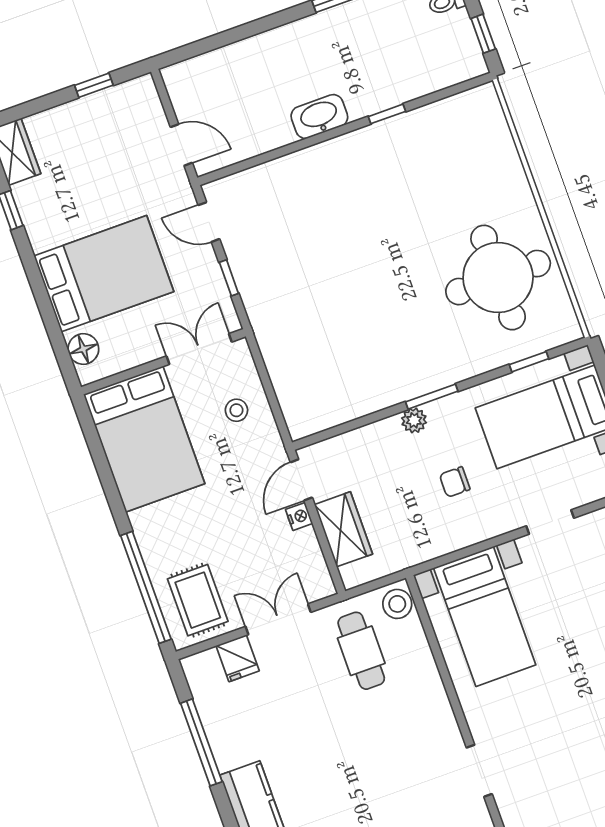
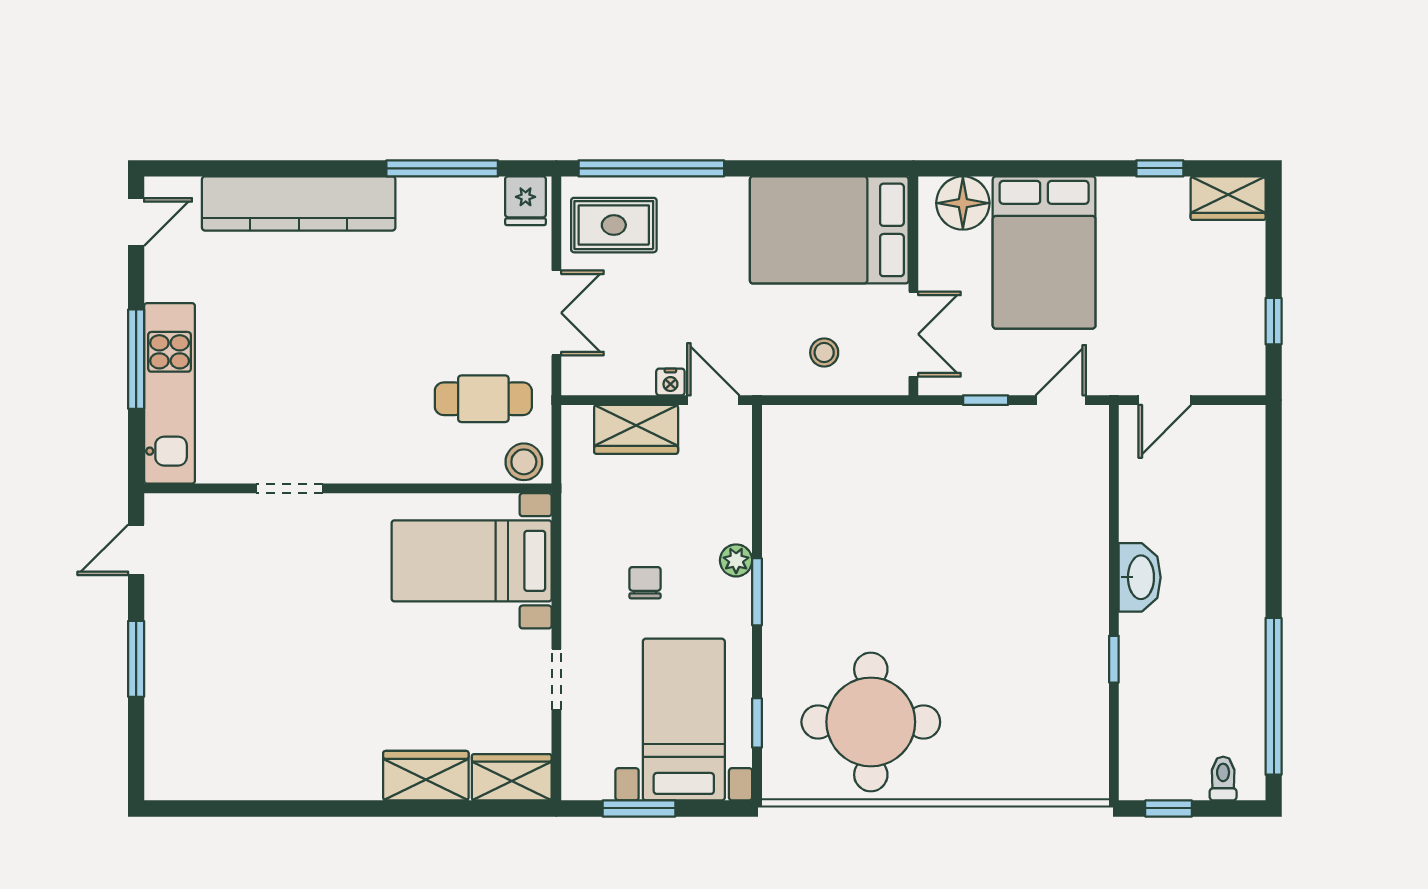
floor lamp: (83, 349) -> (963, 203), width x1.38, depth x1.38
fridge: (238, 658) -> (526, 201), moved, turned -90

